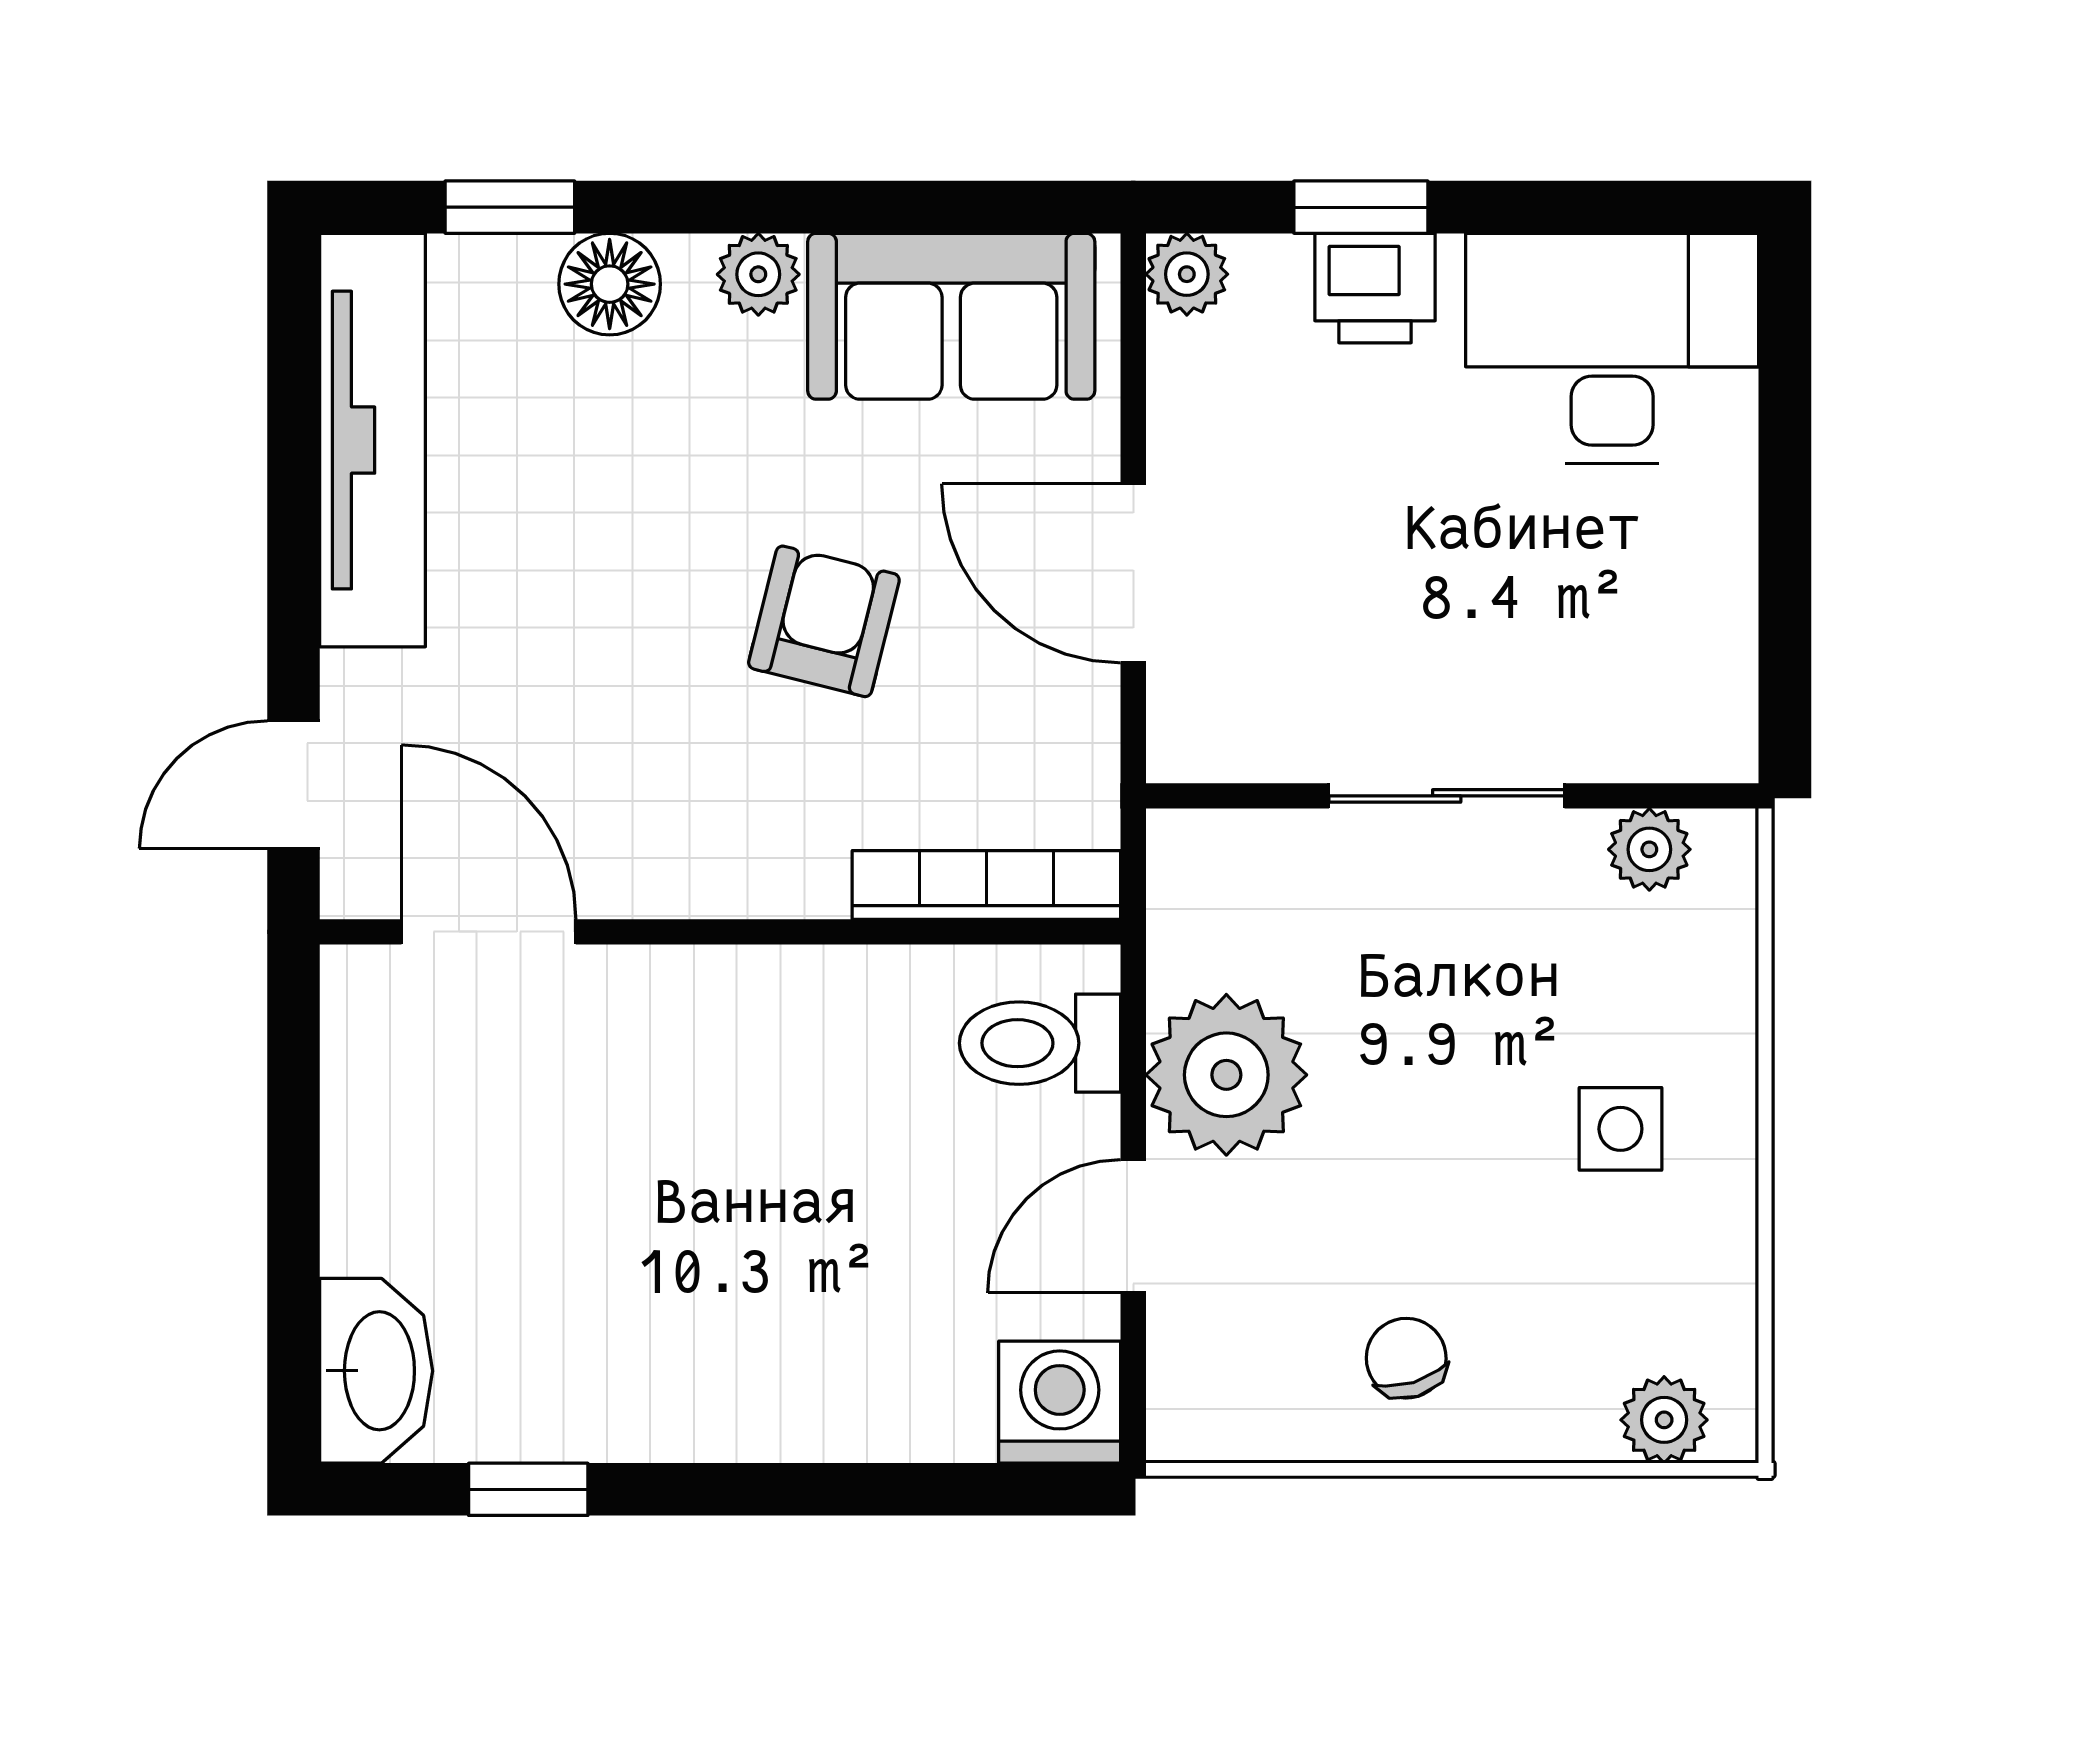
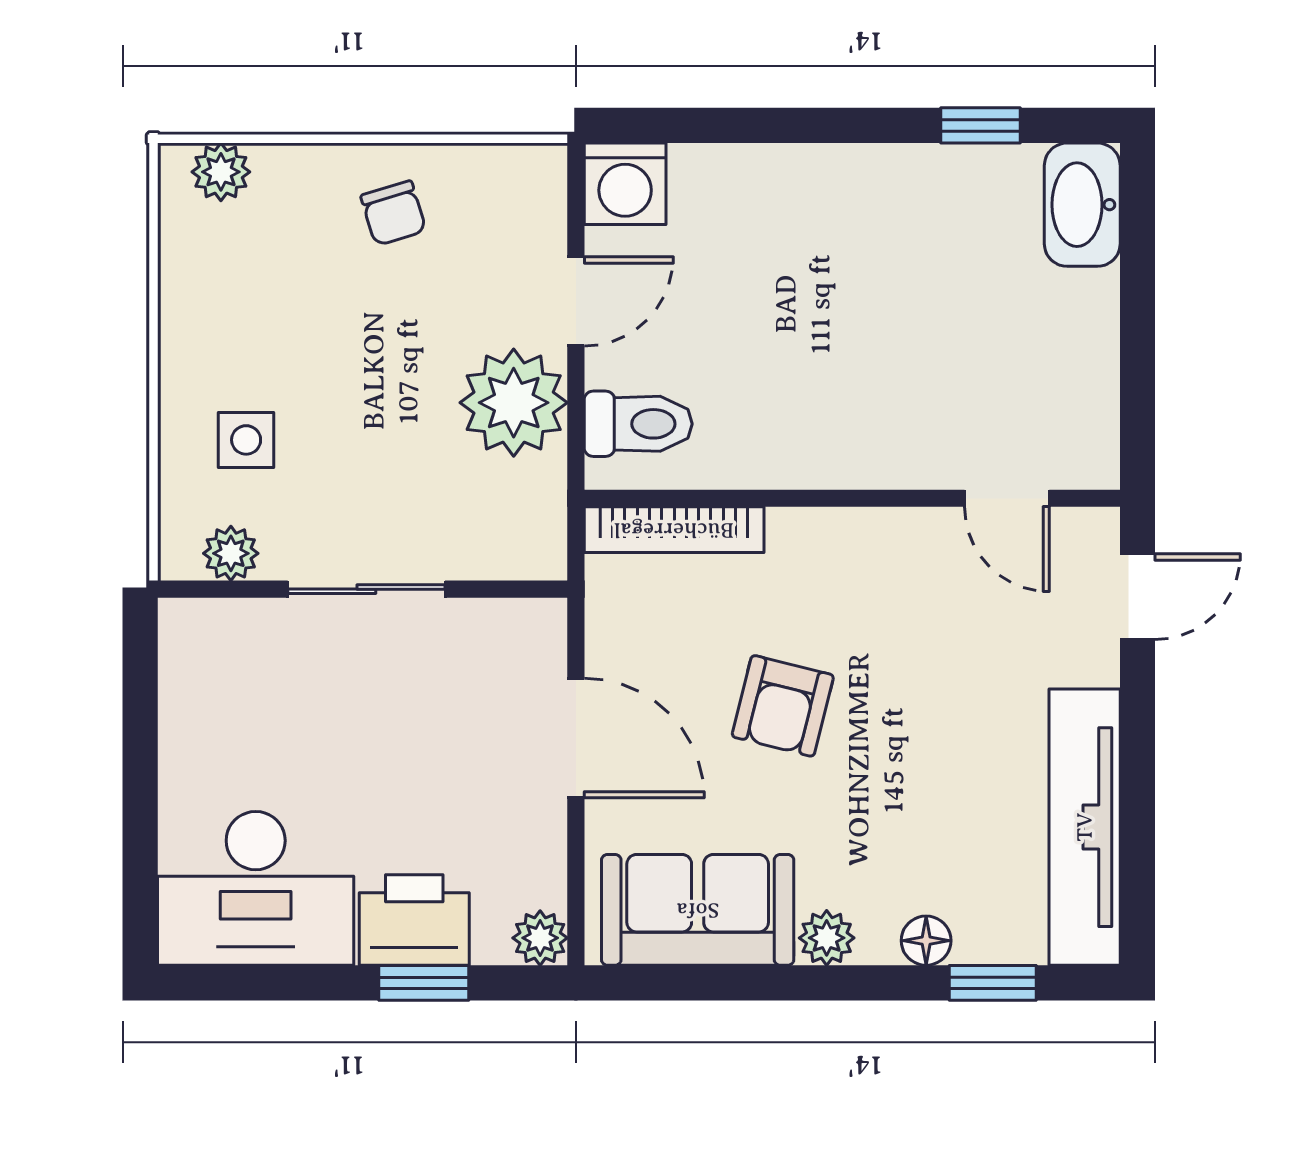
floor lamp: (610, 284) -> (926, 941), width x0.73, depth x0.73
printer: (1375, 288) -> (414, 920), width x1.36, depth x1.24
door: (489, 932) -> (1007, 498), width x0.73
side table: (1620, 1129) -> (246, 440), moved

